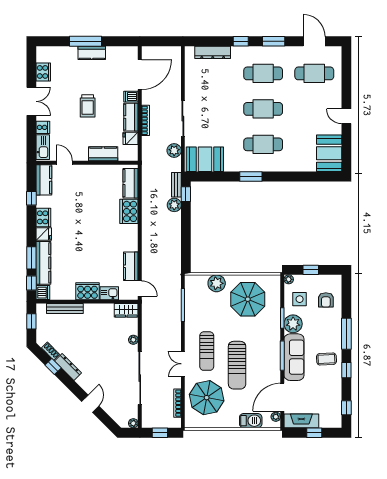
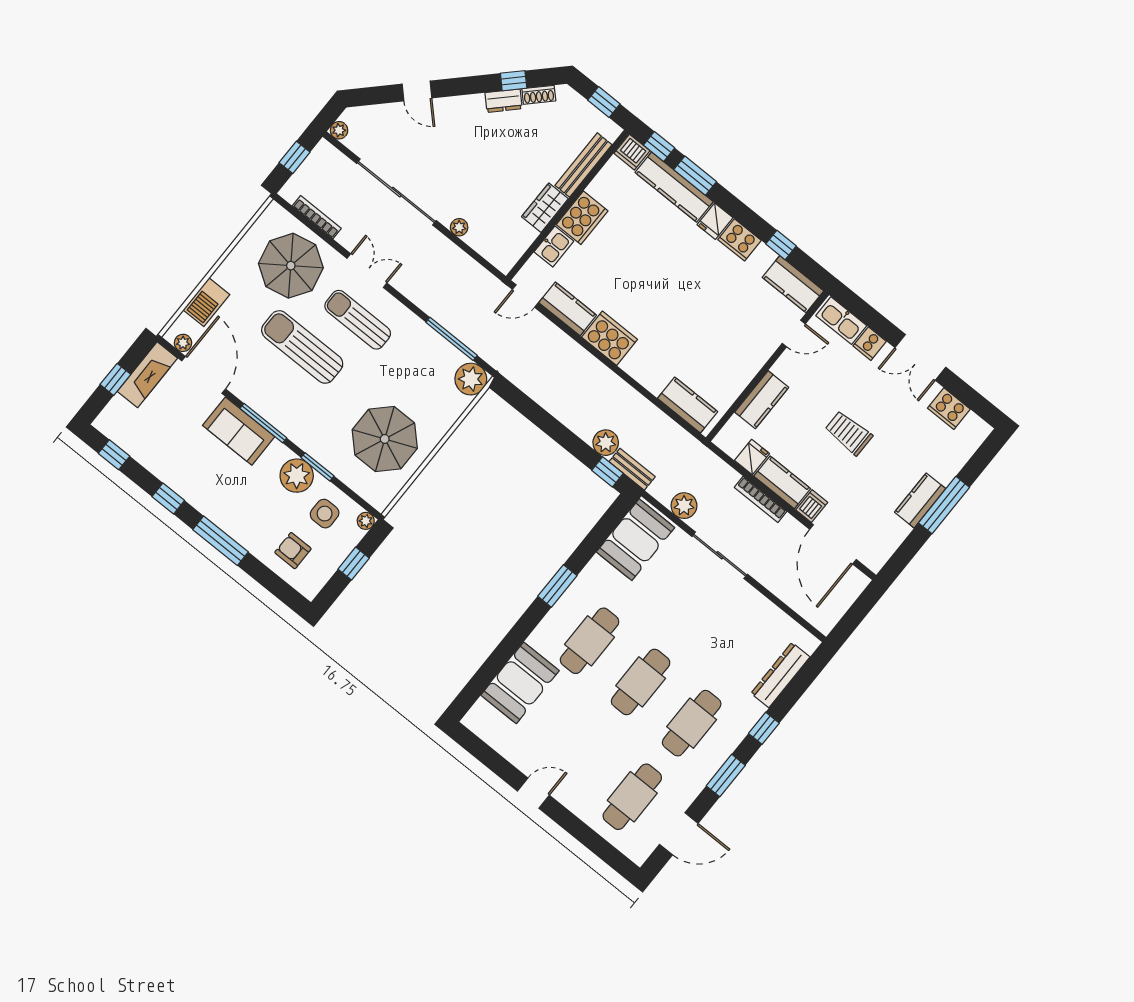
booth: (329, 153) -> (520, 683), moved, turned 90
cooker: (129, 211) -> (610, 338), moved
plant: (217, 283) -> (471, 379), moved
wardrobe: (126, 310) -> (545, 208), moved
sofa: (294, 357) -> (239, 431), width x0.73
coffee table: (326, 359) -> (207, 483), removed
dresser: (68, 367) -> (503, 101), width x0.70

